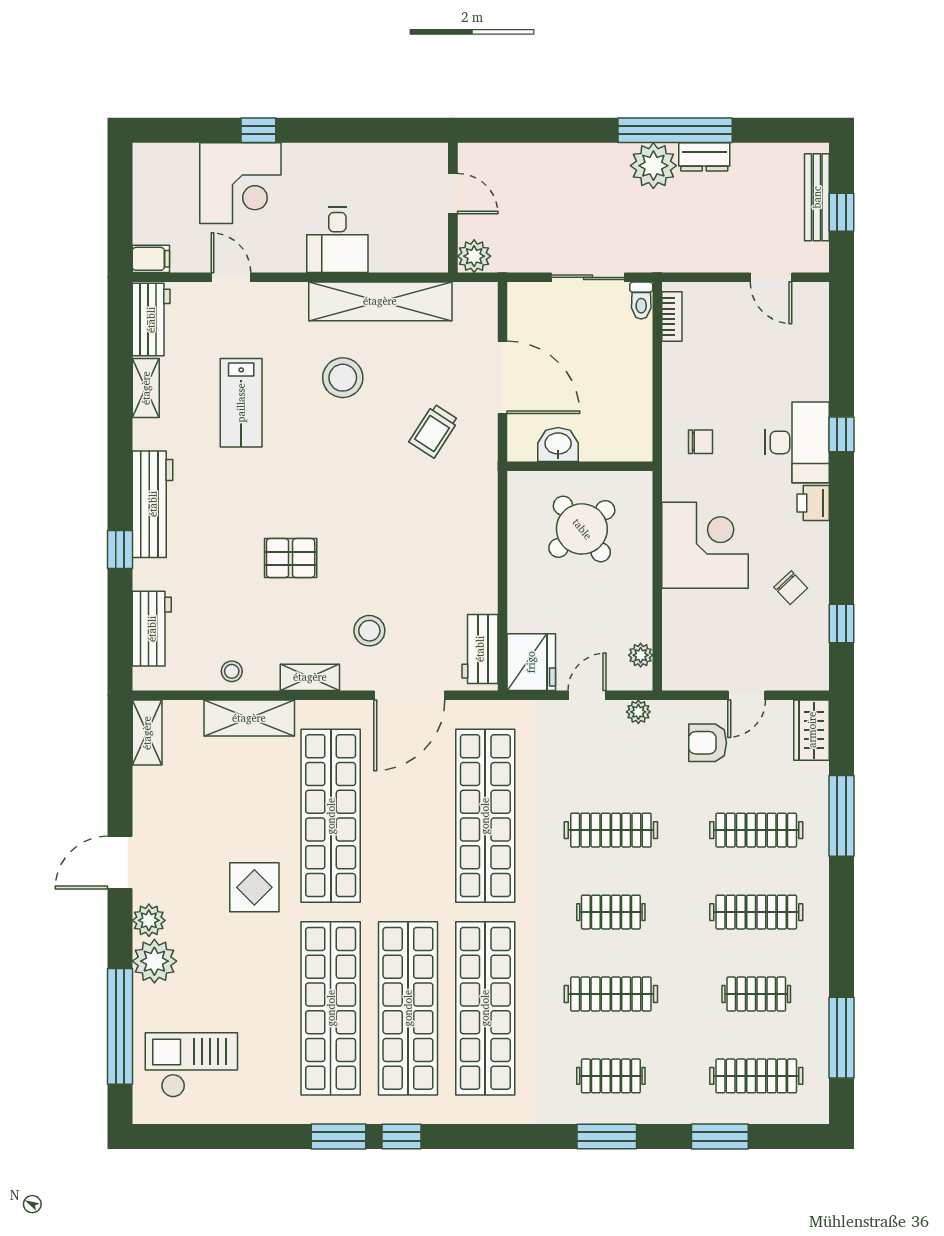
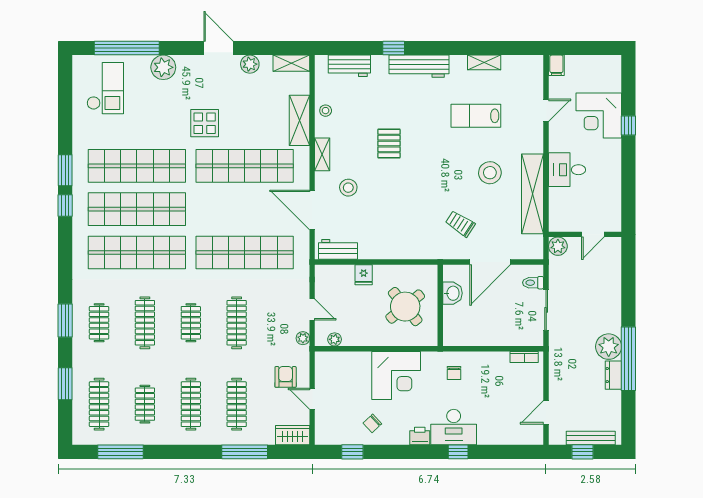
toilet: (641, 300) -> (533, 283), moved
workbench: (151, 320) -> (522, 65), removed
fridge: (531, 662) -> (364, 275), moved, width x0.53, depth x0.75
plant: (149, 920) -> (250, 64), moved

